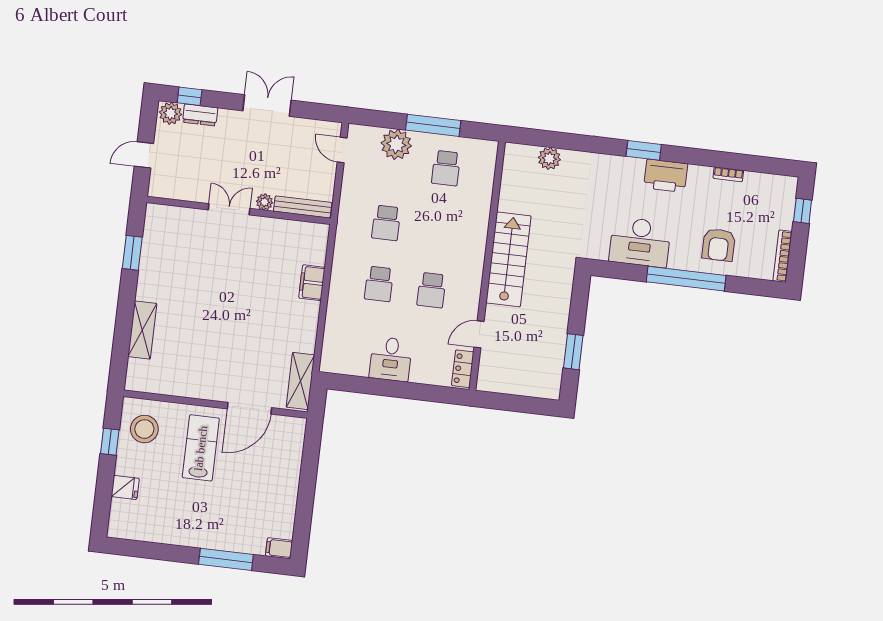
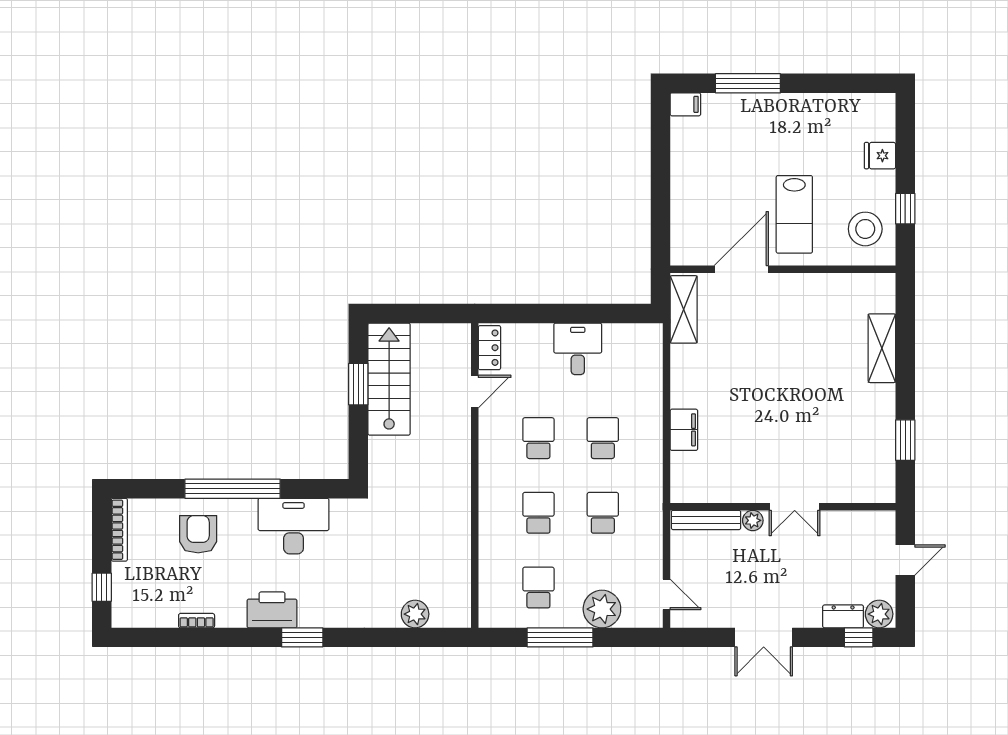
school desk: (439, 229) -> (538, 513), added
stairs: (508, 259) -> (389, 379), moved, turned 180

